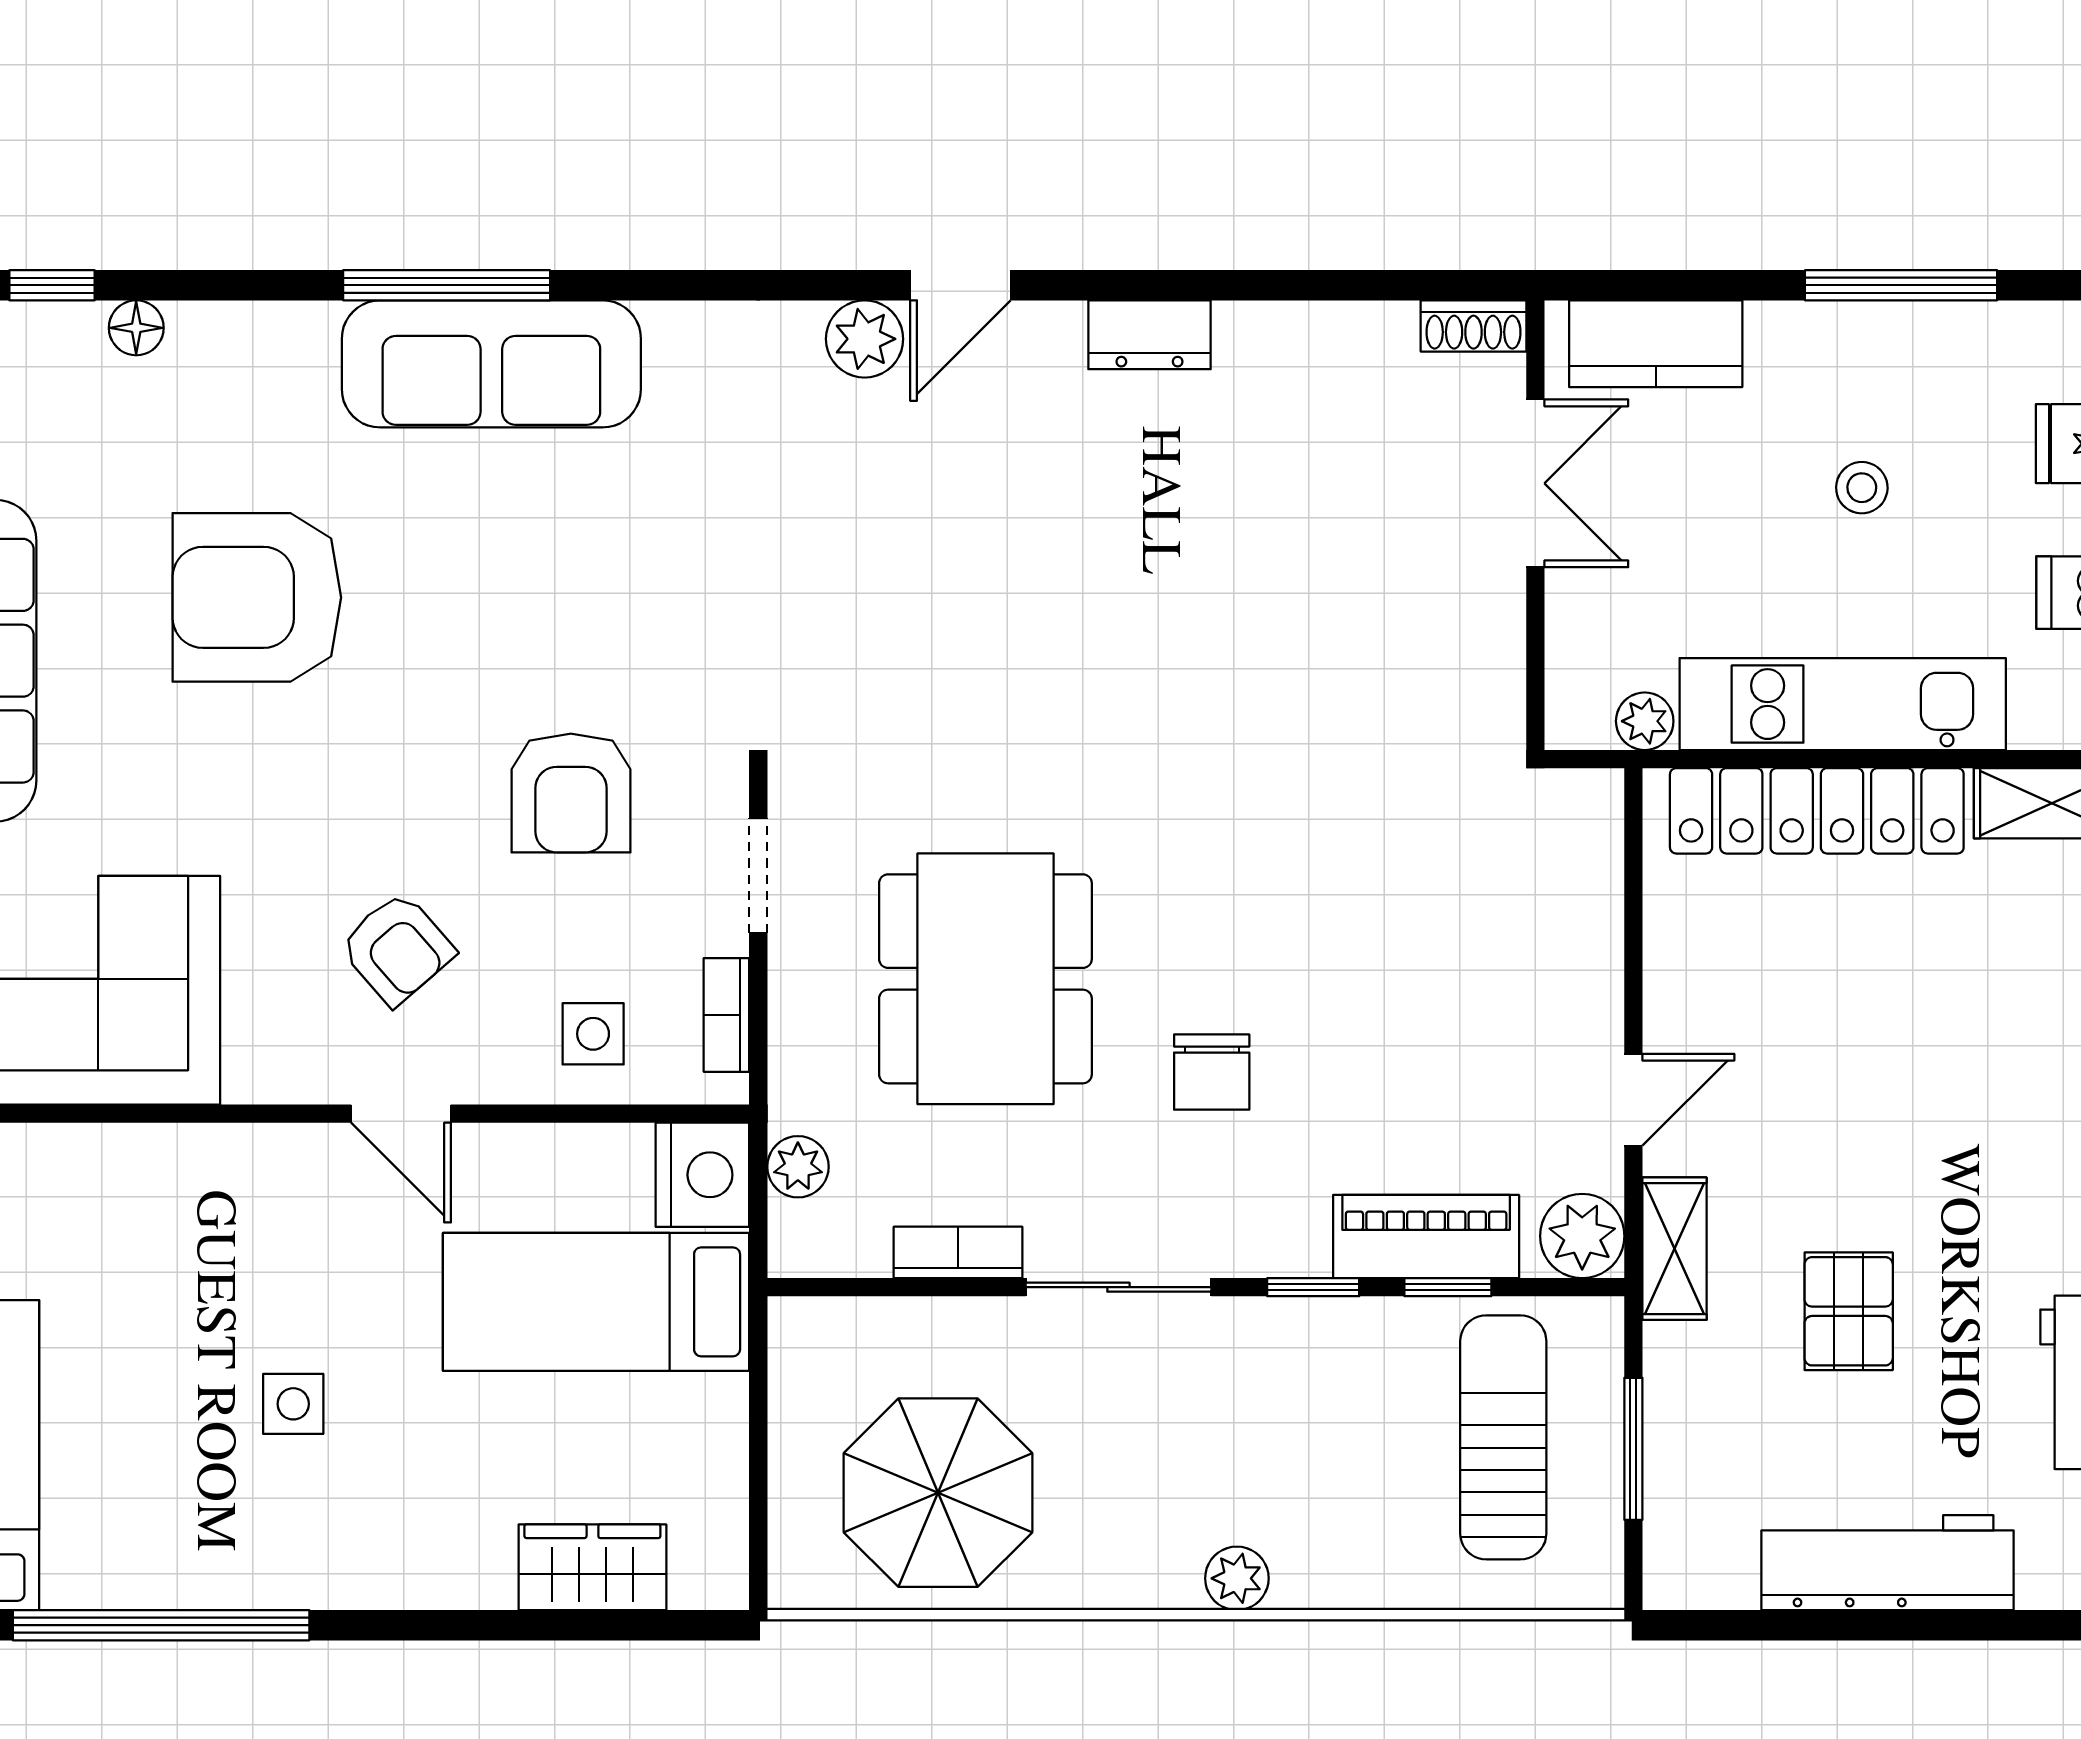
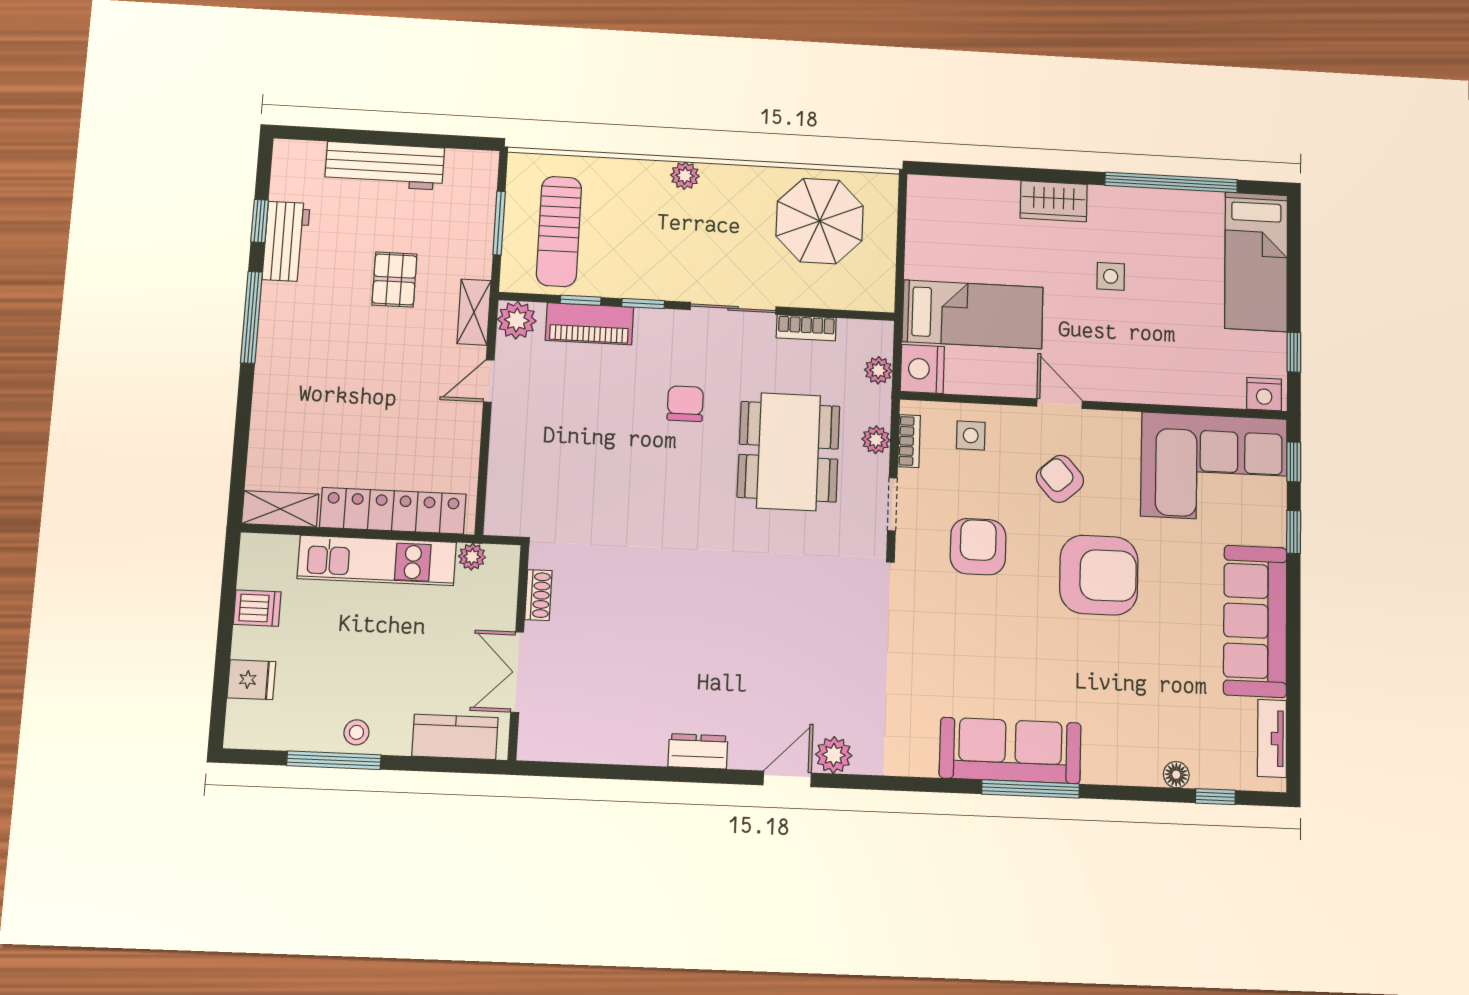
shoe rack: (1474, 326) -> (538, 595), moved, turned 90
stool: (1862, 488) -> (356, 732), moved
armchair: (257, 597) -> (1099, 575), moved
plant: (798, 1014) -> (876, 440), added
wardrobe: (592, 1567) -> (1054, 201), moved

